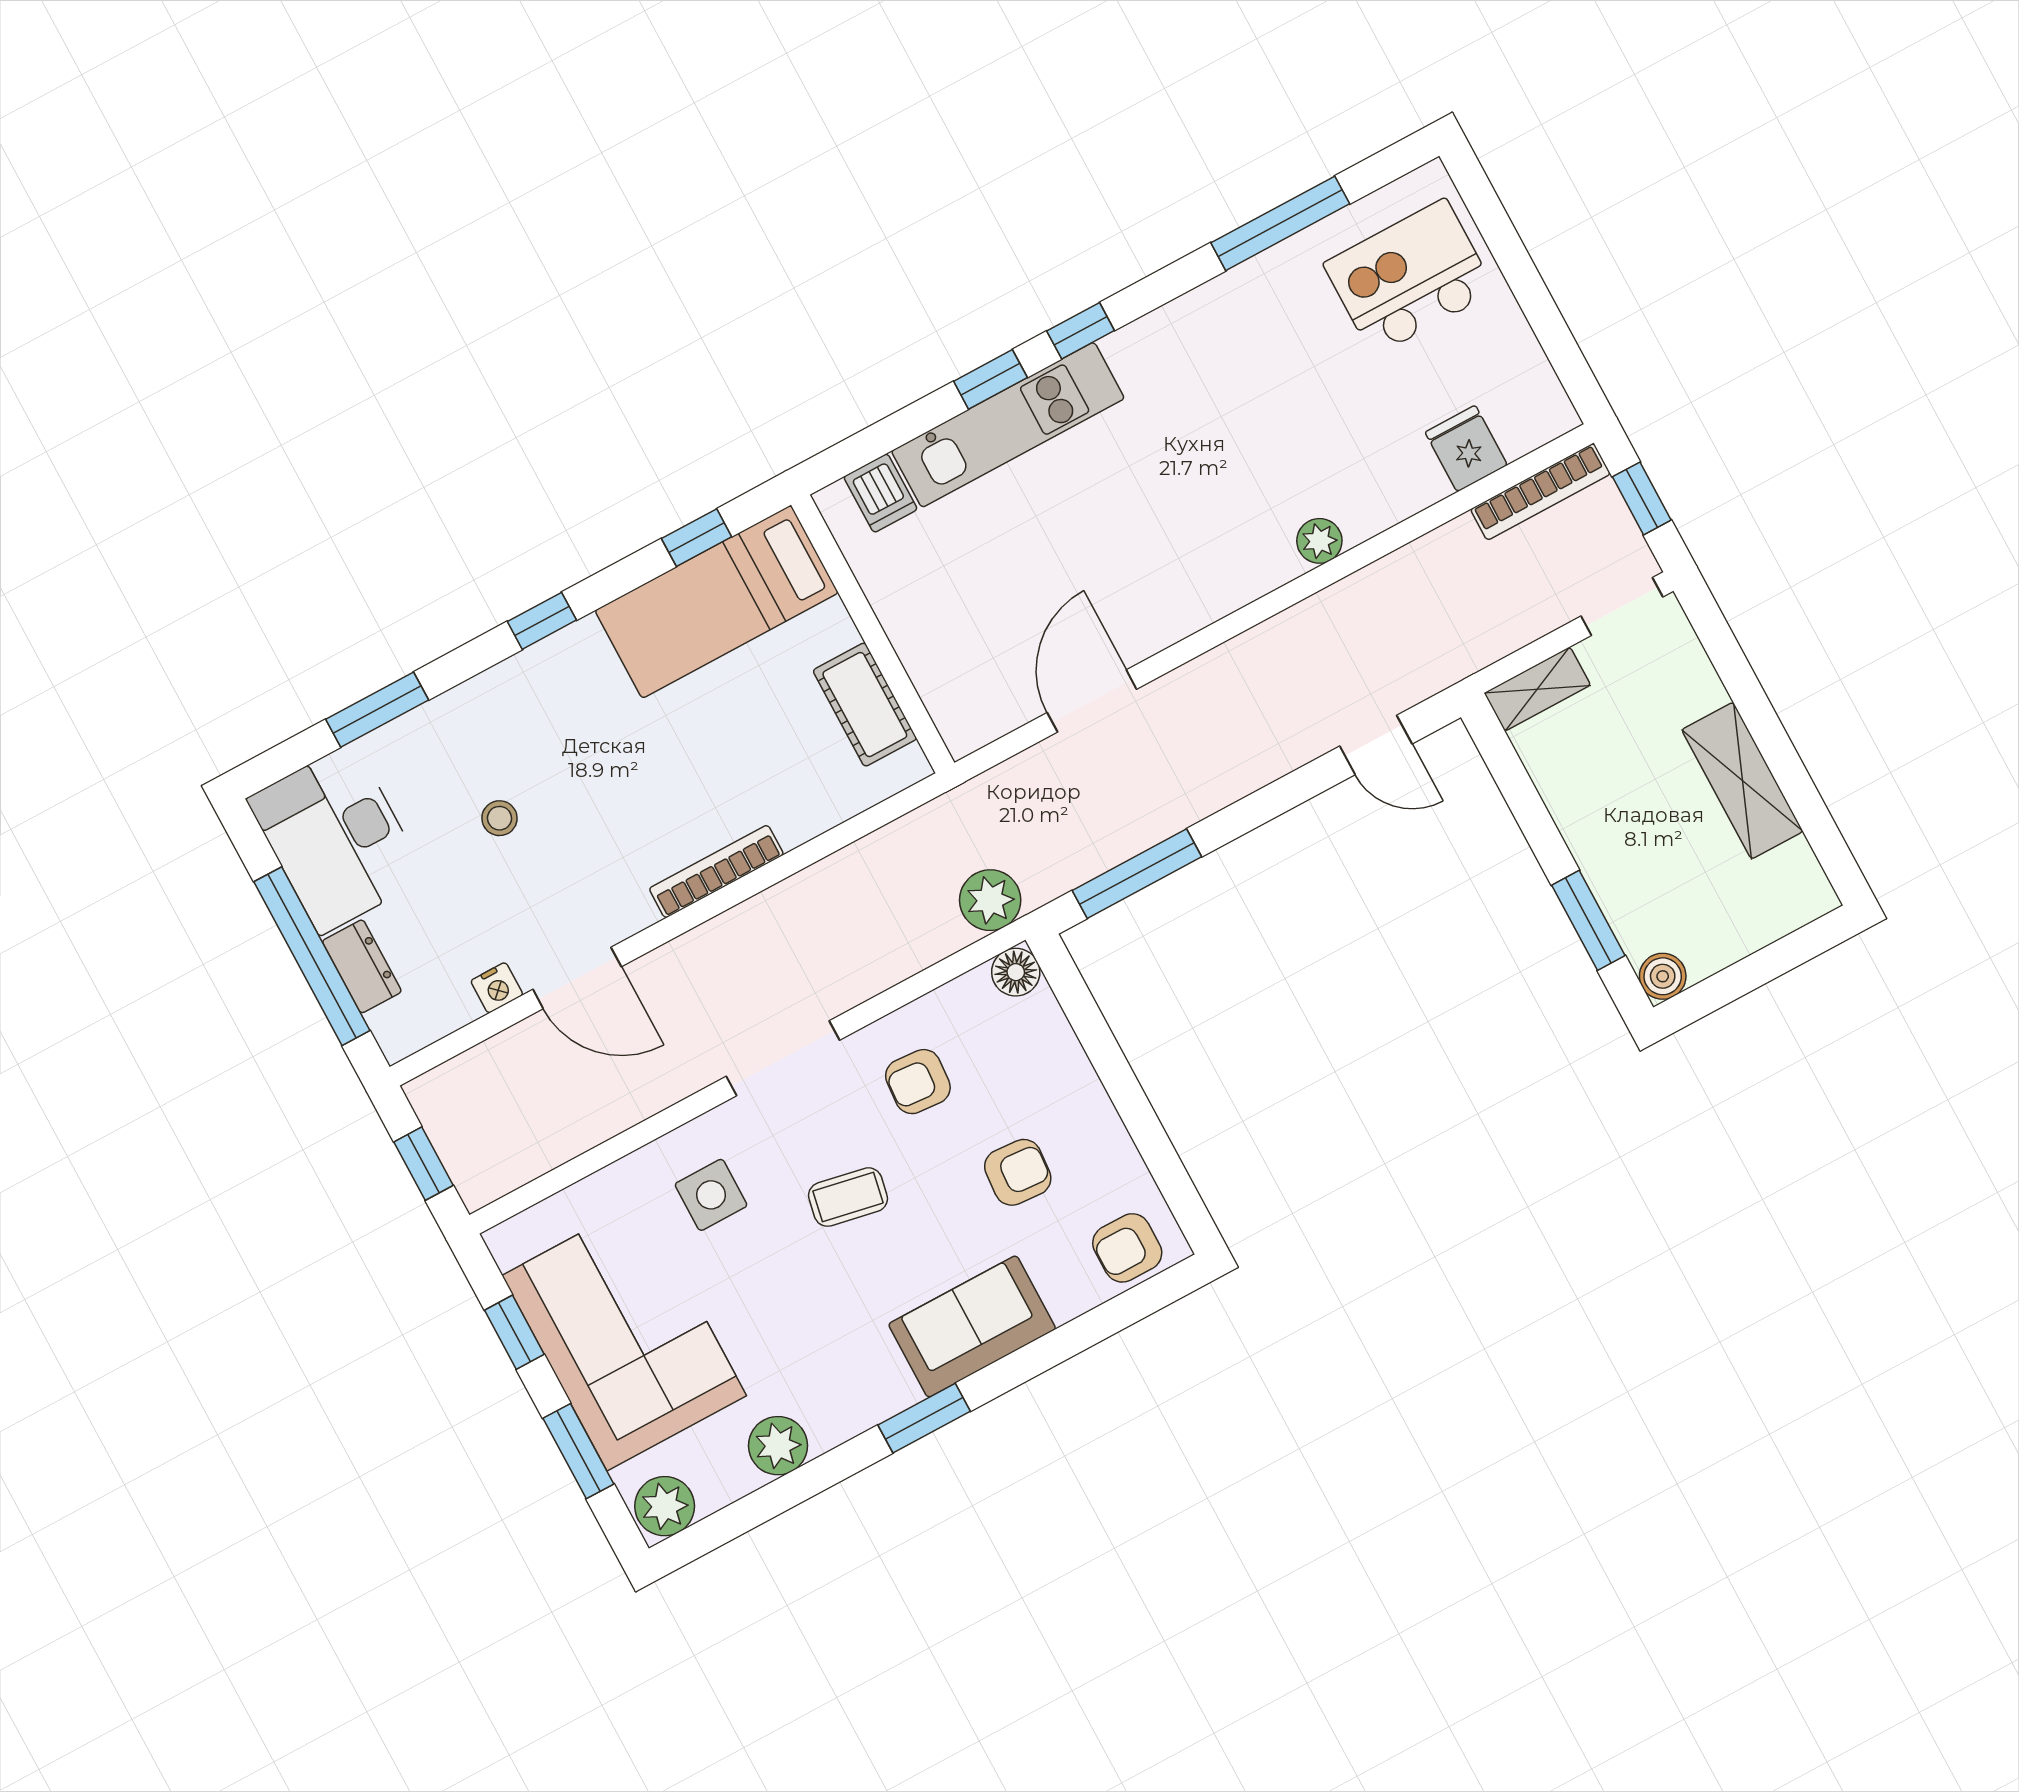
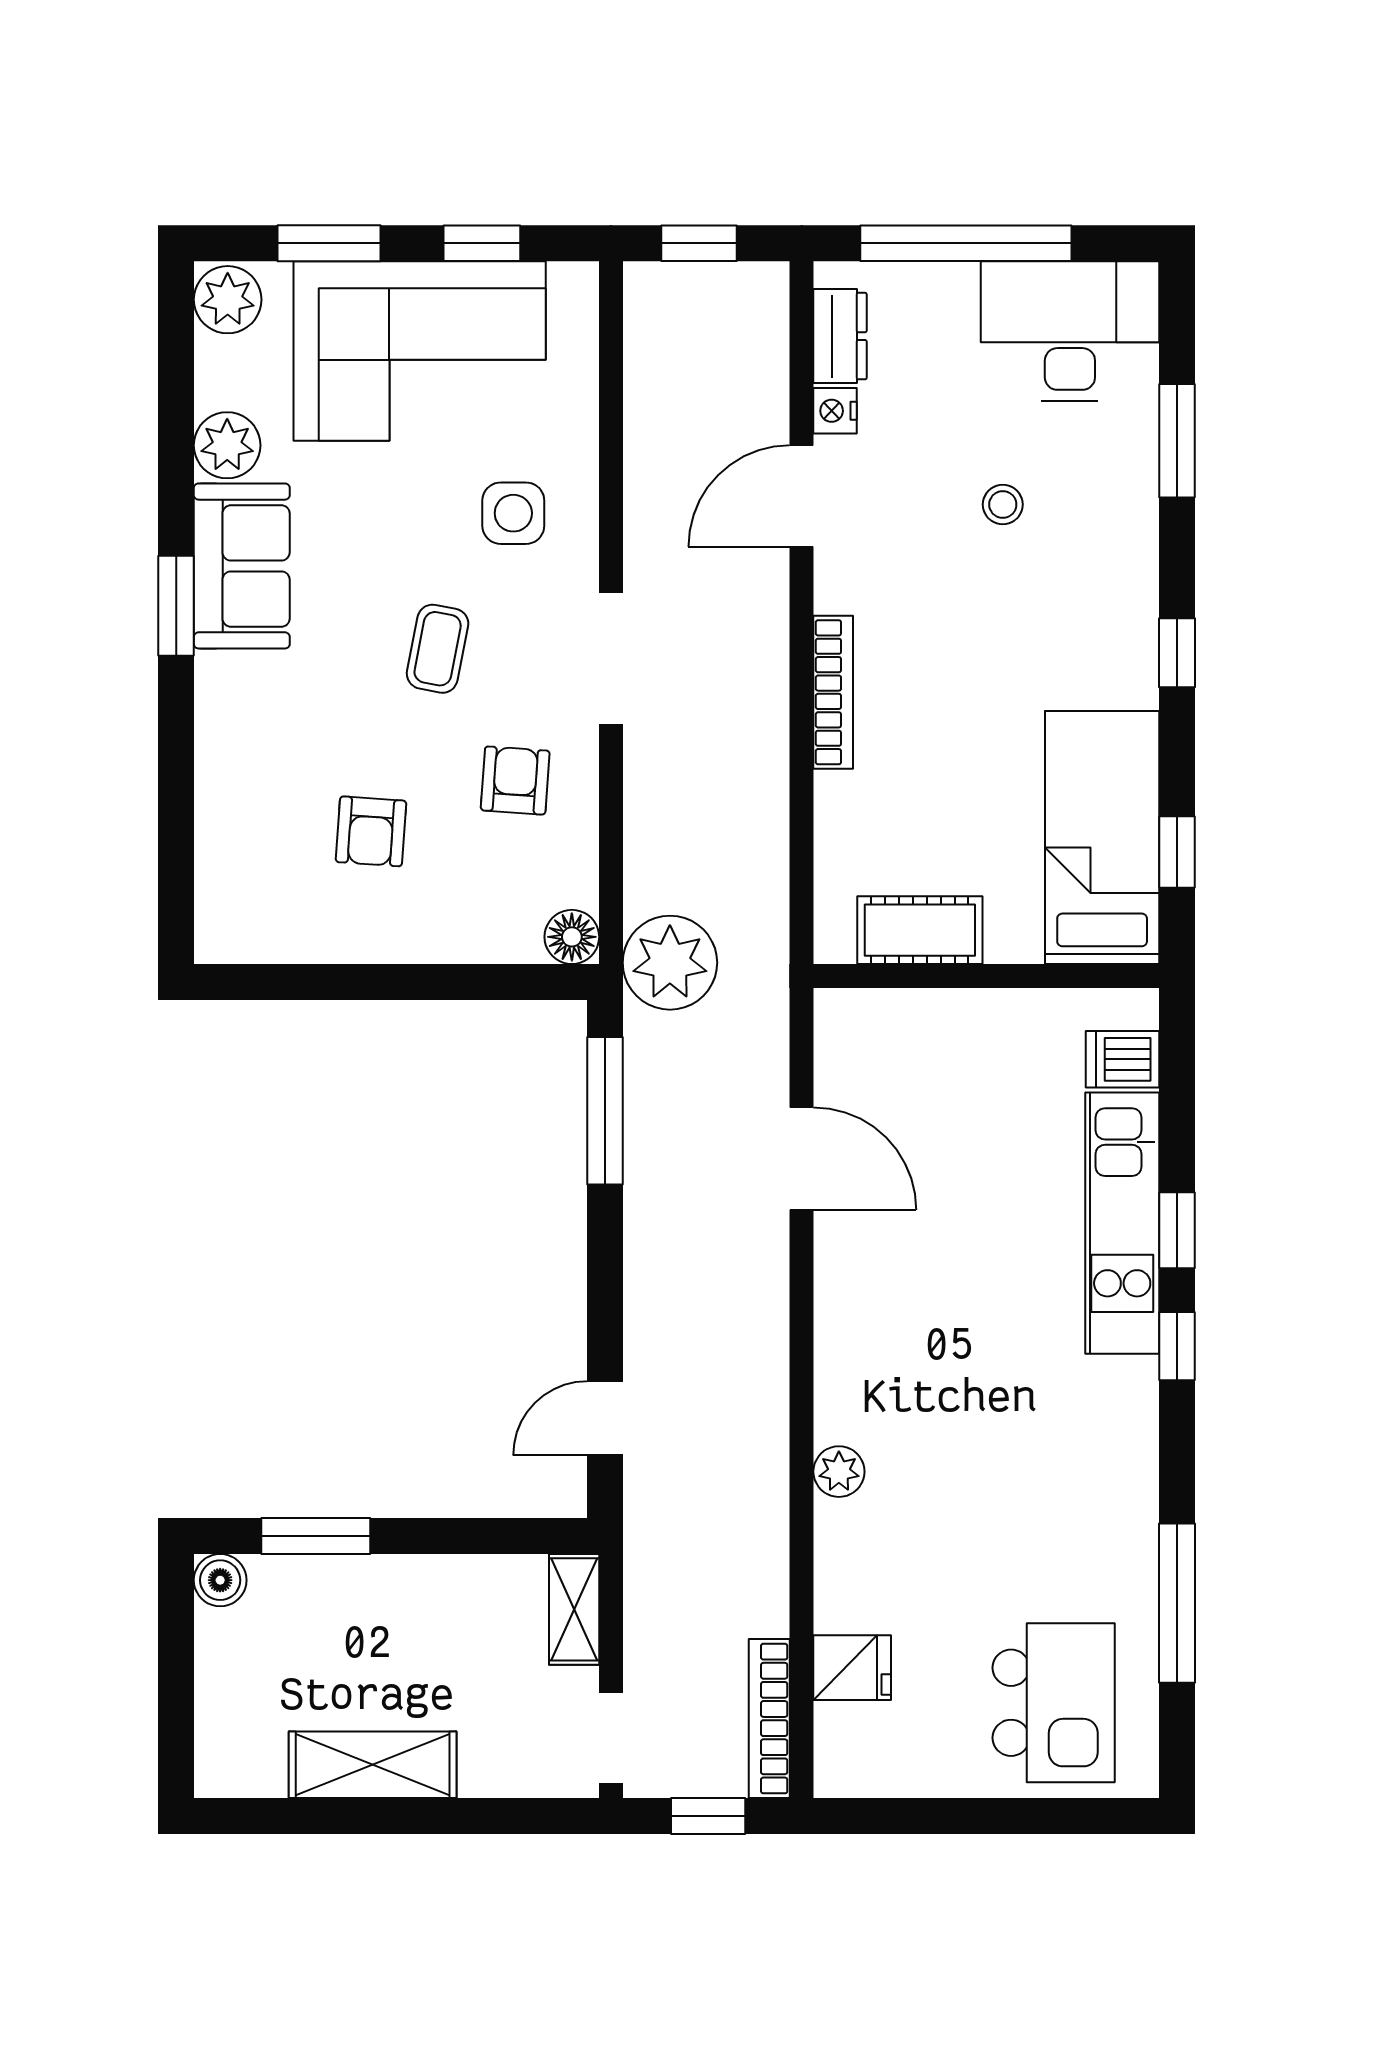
plant: (990, 900) -> (670, 963), width x1.36, depth x1.36
dresser: (362, 966) -> (840, 336), moved, turned -90
armchair: (1127, 1248) -> (237, 900), removed
sofa: (972, 1326) -> (242, 566), moved

